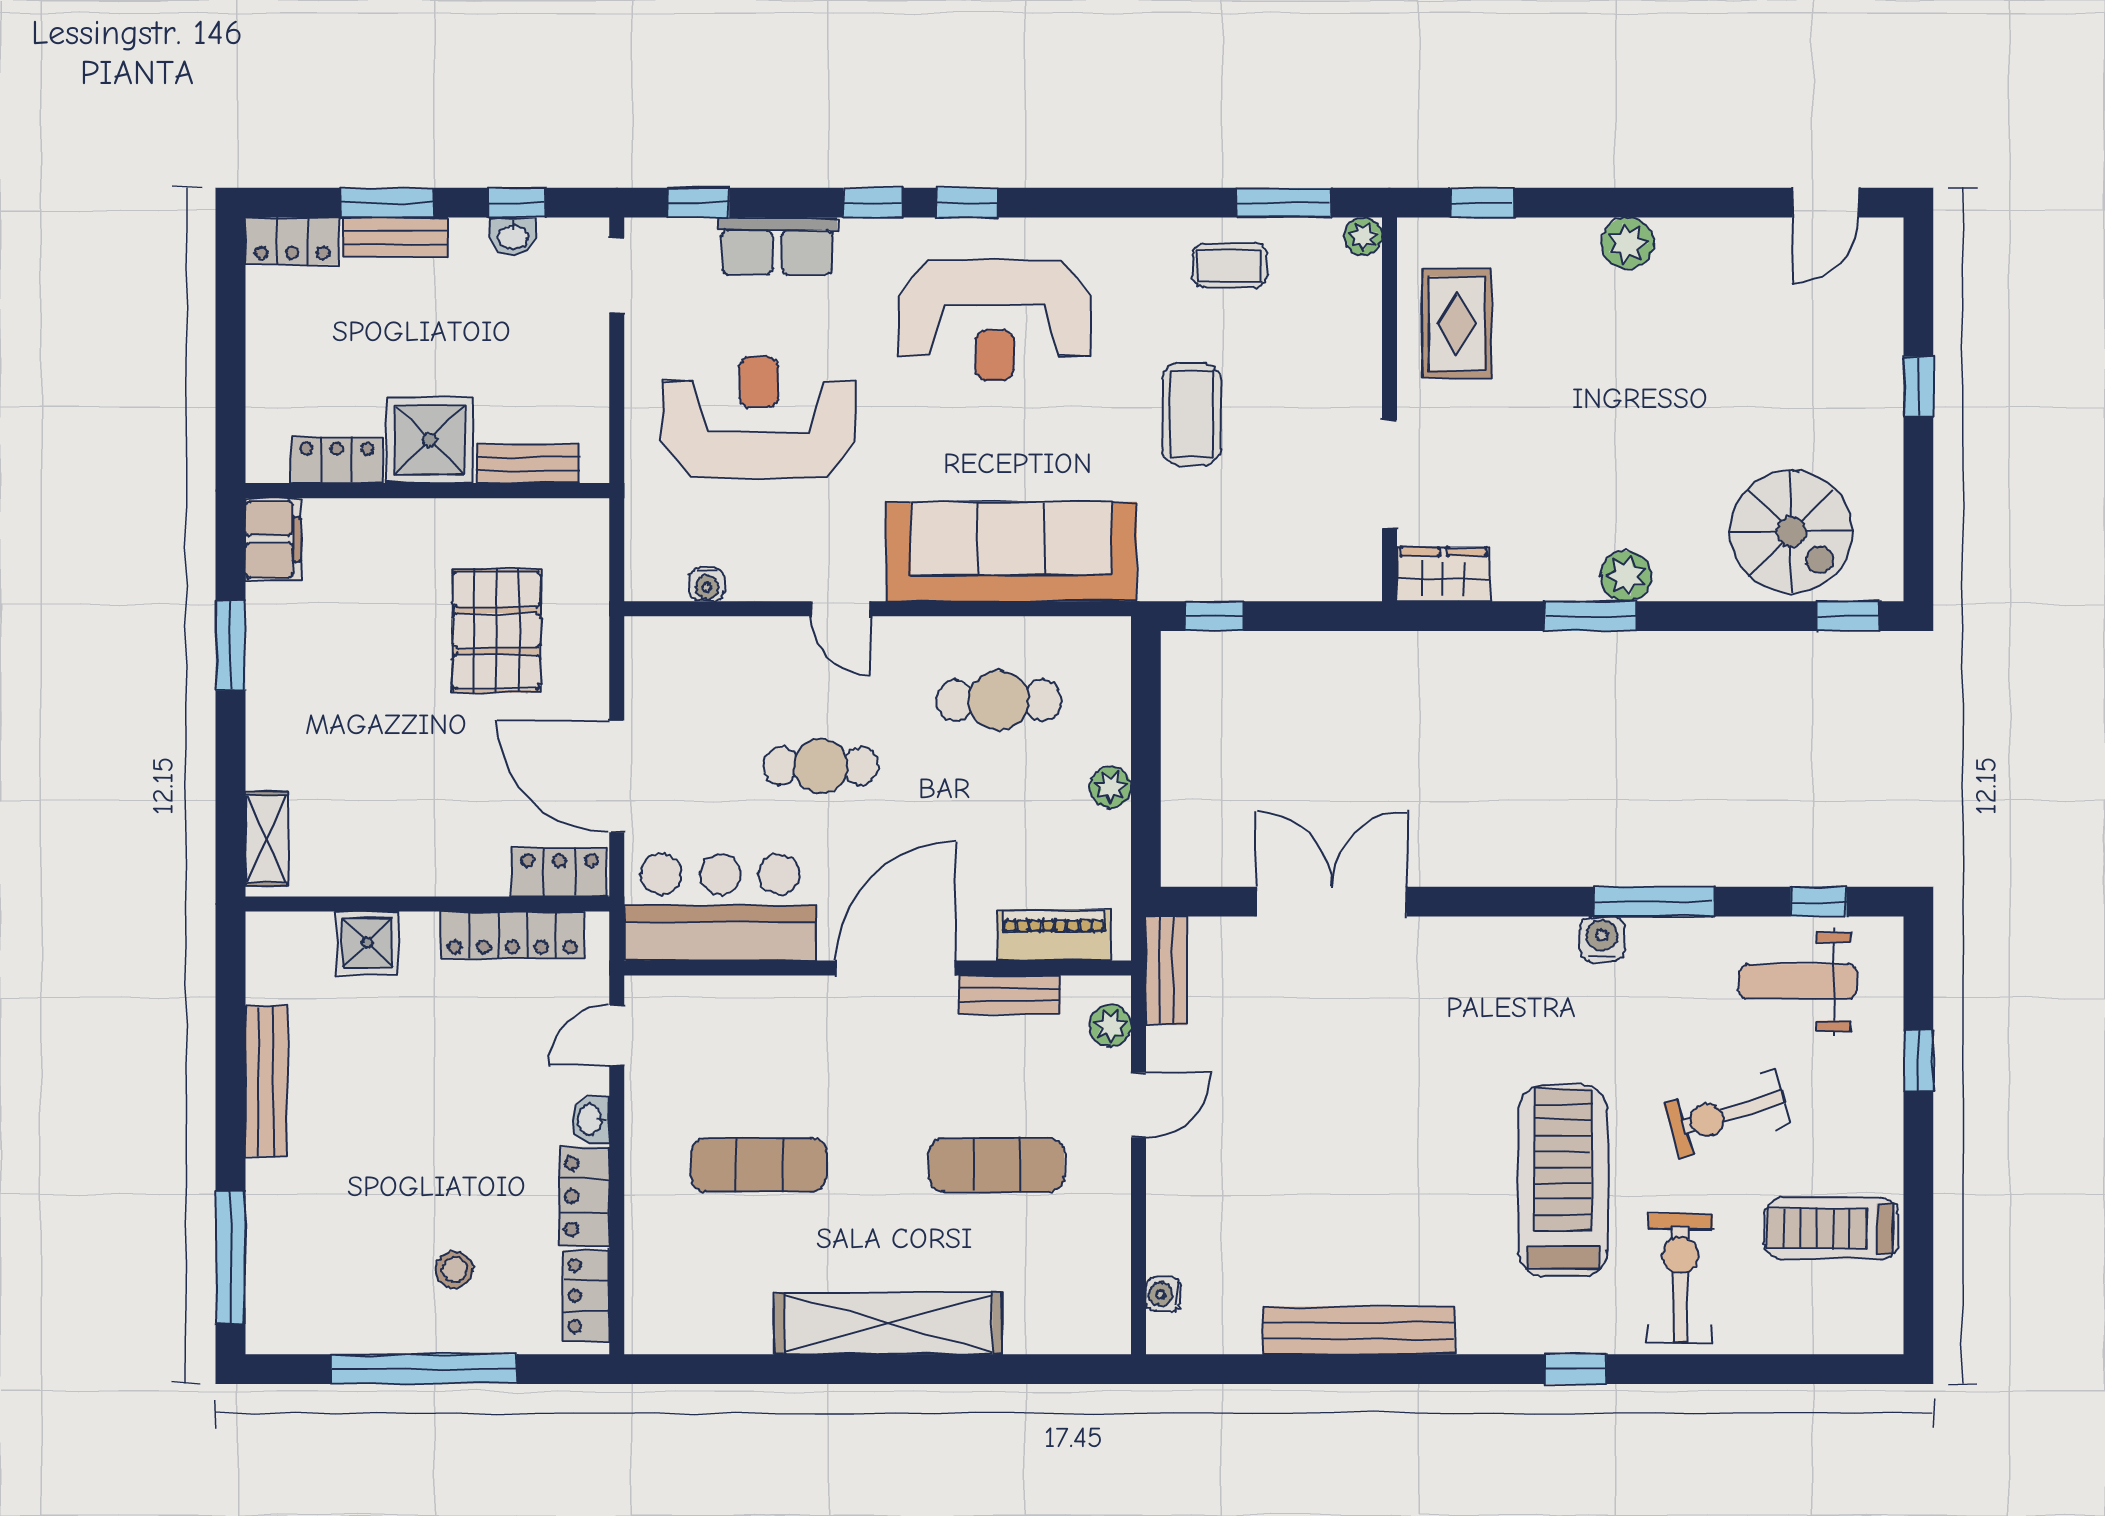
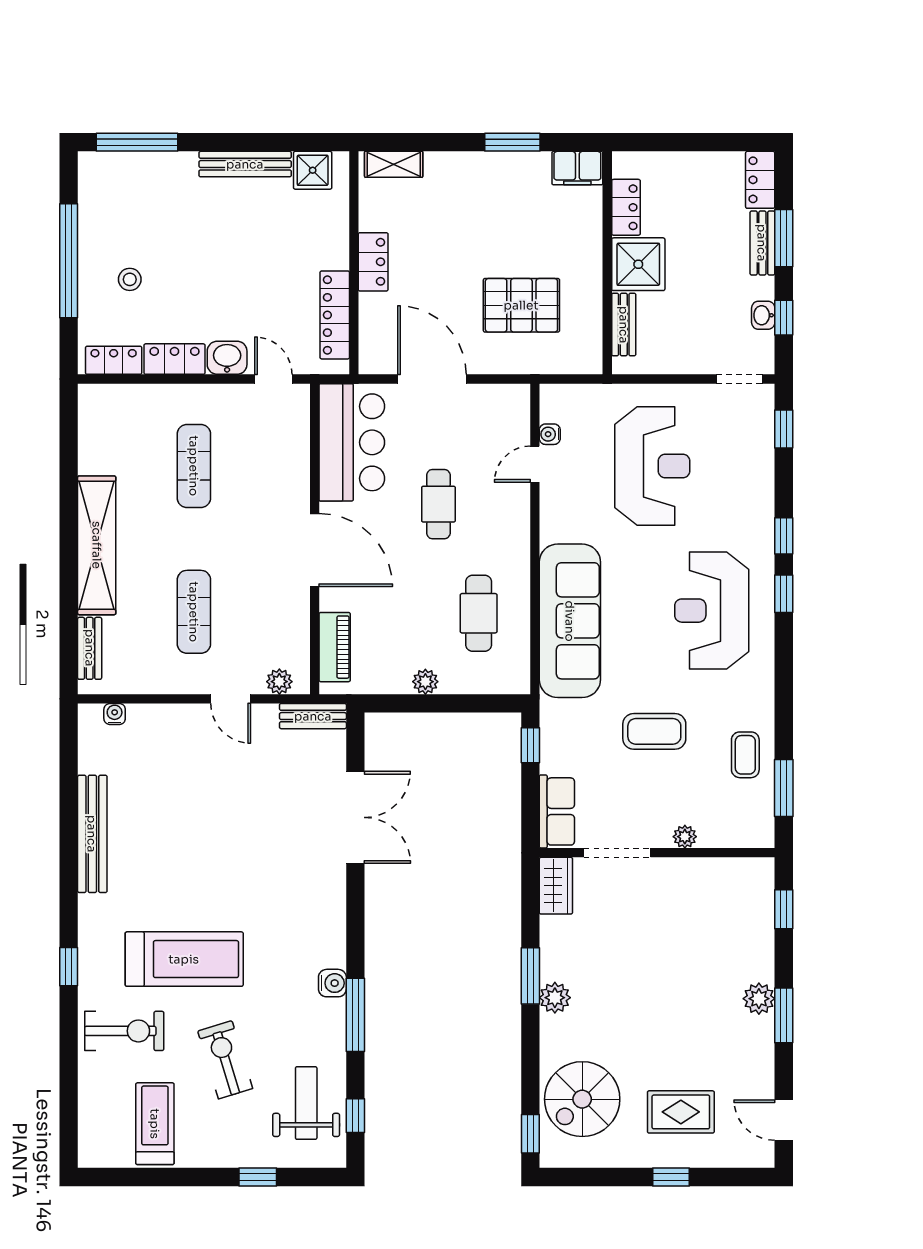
window: (1655, 203) -> (784, 1015), added
plant: (1363, 236) -> (685, 837), moved
row of seats: (777, 246) -> (557, 811), moved, turned 180
rug: (1457, 324) -> (681, 1112), moved
door: (841, 609) -> (535, 464), moved
door: (617, 776) -> (432, 379), hinge flipped
locker: (559, 872) -> (373, 262), moved
shower: (367, 942) -> (313, 170), moved
bench: (1010, 995) -> (90, 648), moved
washbasin: (591, 1120) -> (227, 358), width x1.38, depth x1.45

